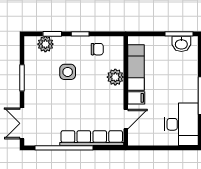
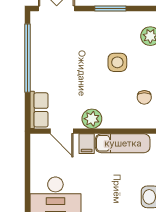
plant: (115, 77) -> (92, 119), moved
row of seats: (92, 138) -> (39, 110), width x0.50

